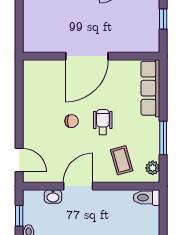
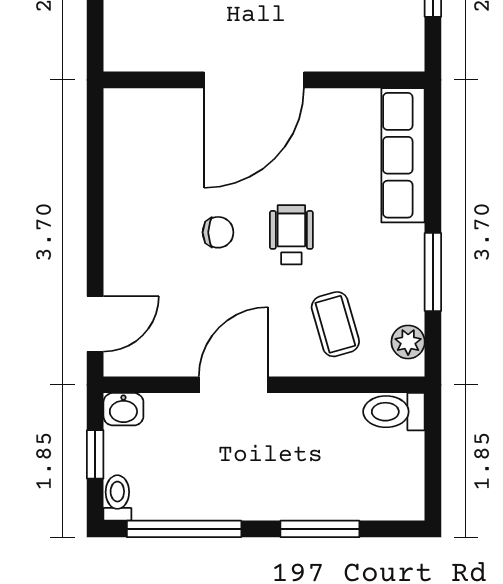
door: (19, 160) -> (95, 324), hinge flipped
washbasin: (53, 196) -> (123, 409), moved

